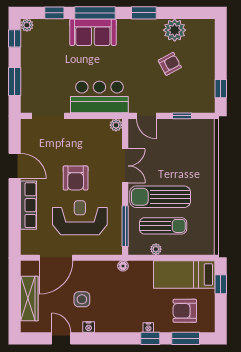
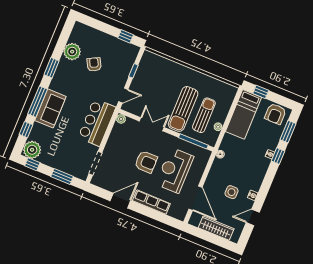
plant: (27, 25) -> (32, 150), width x1.88, depth x1.88
armchair: (185, 311) -> (275, 114), moved

